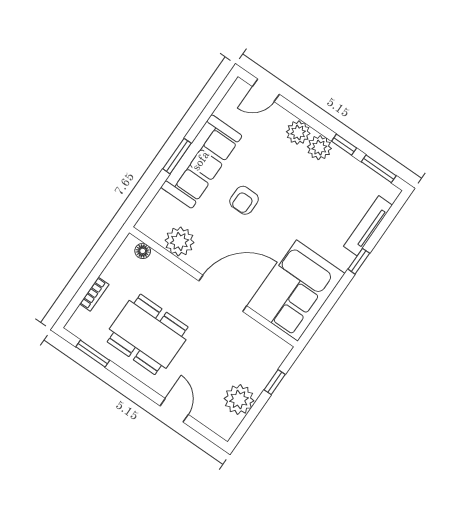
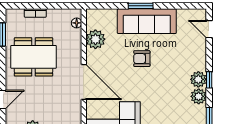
plant: (298, 133) -> (199, 96), moved
window: (344, 145) -> (209, 80), moved
dining table: (148, 334) -> (34, 57), turned 90

